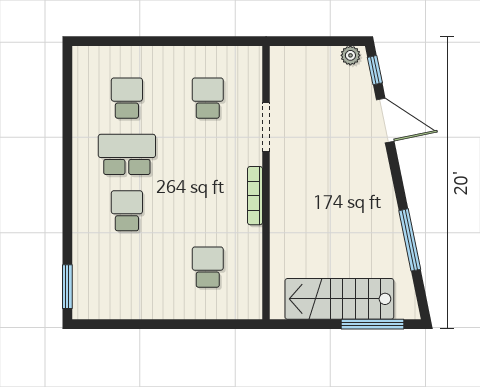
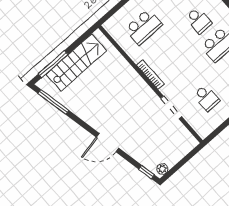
door: (385, 120) -> (108, 143), moved
window: (410, 240) -> (53, 102), moved
school desk: (208, 267) -> (144, 27), width x1.85

